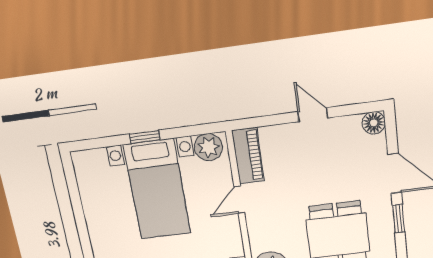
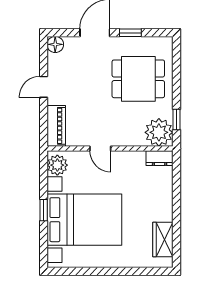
piano: (248, 156) -> (56, 126), moved, turned 90
bed with nightstands: (157, 189) -> (84, 220), width x1.36

